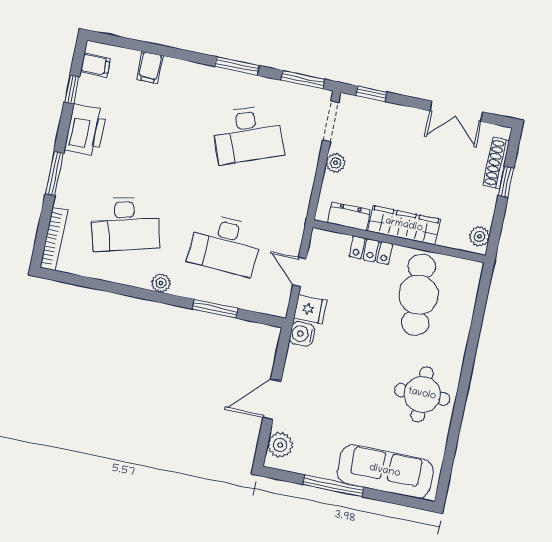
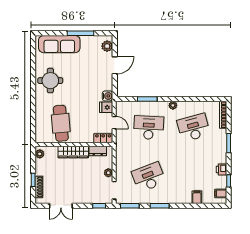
double door: (456, 111) -> (61, 206), swing flipped
printer: (86, 130) -> (221, 169), width x0.53, depth x0.68
locker: (371, 250) -> (103, 138), moved

